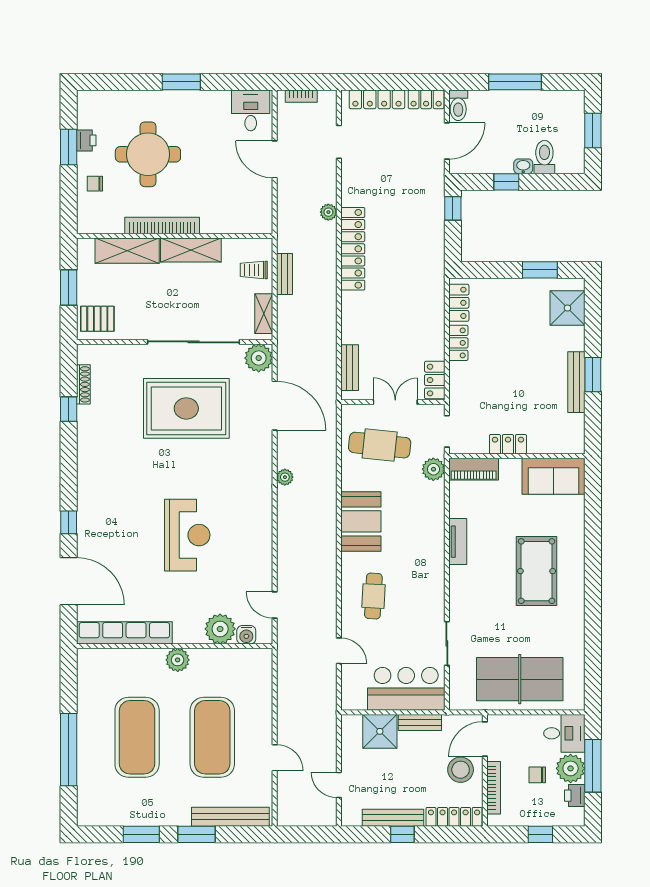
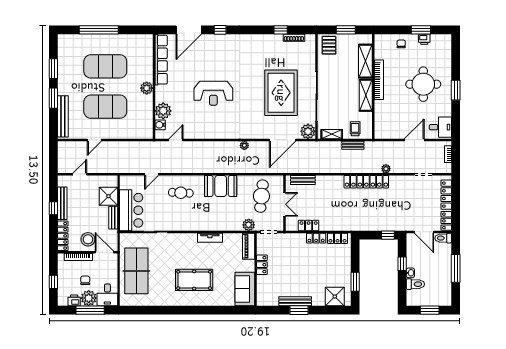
round table: (148, 154) -> (423, 84), moved
locker: (435, 380) -> (309, 226), moved

